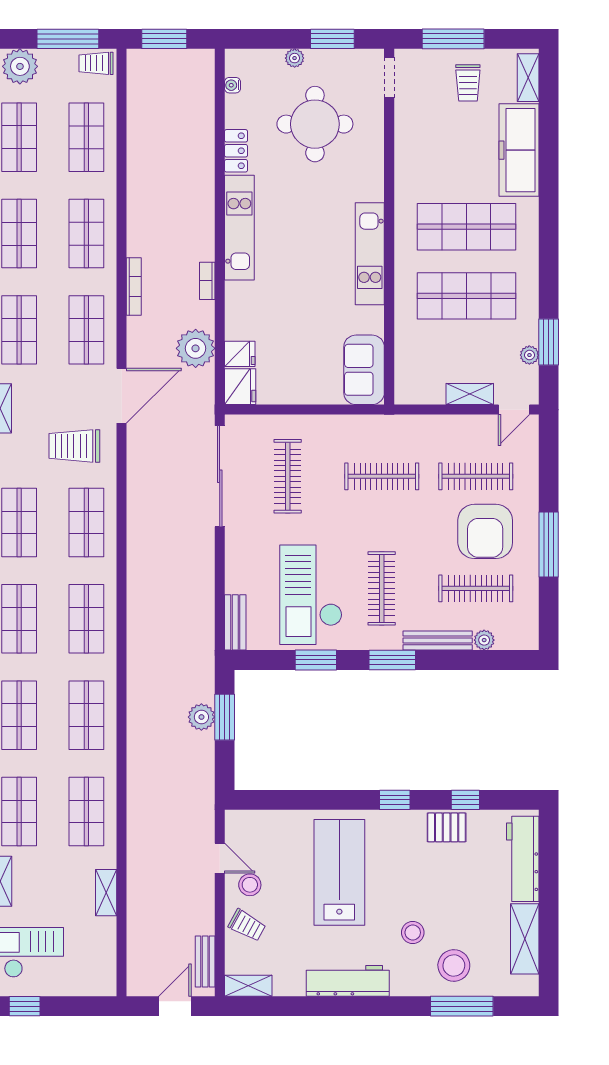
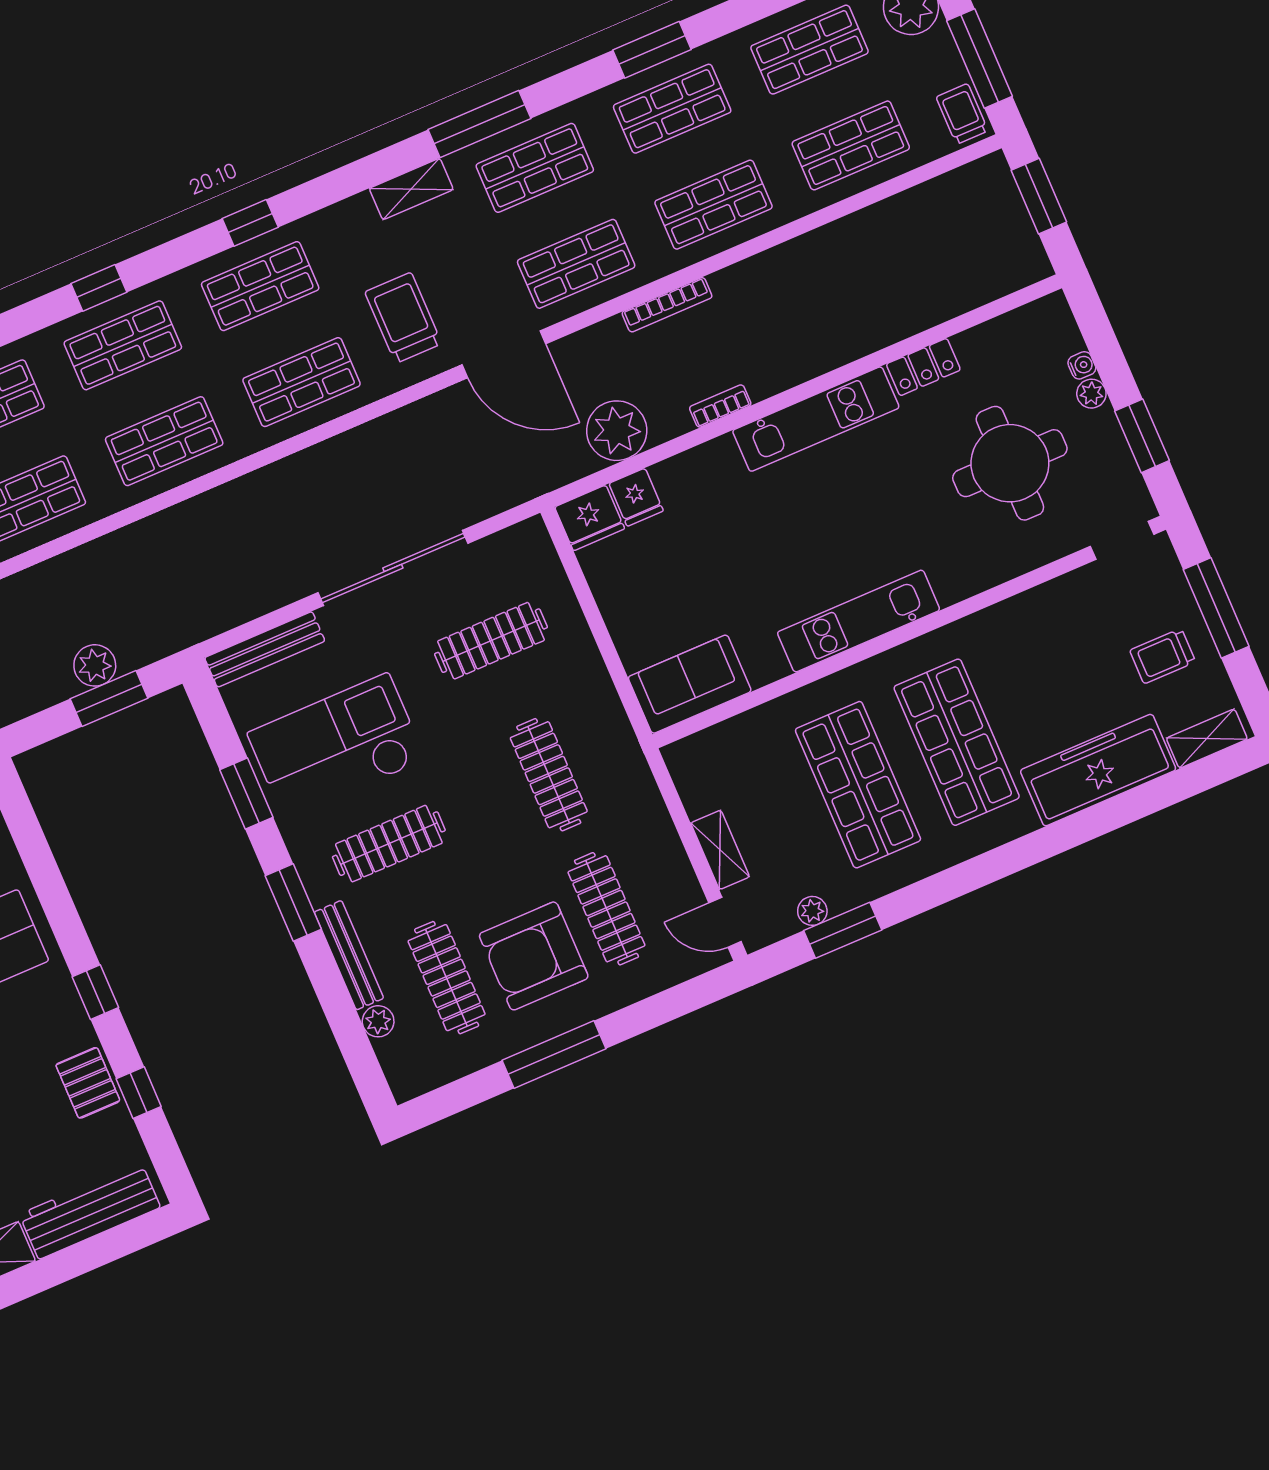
water cooler: (232, 85) -> (1082, 365), moved, turned 90
sliding door: (220, 476) -> (393, 568), moved
bench: (235, 622) -> (265, 649), width x1.36

